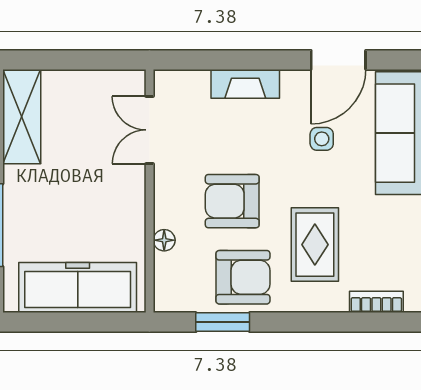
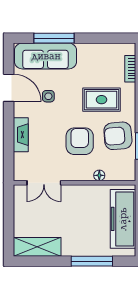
armchair: (232, 201) -> (80, 141), turned 180
armchair: (243, 277) -> (118, 136), turned -95

